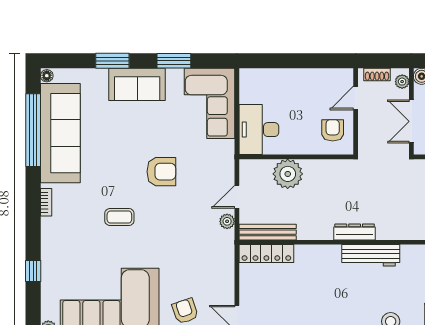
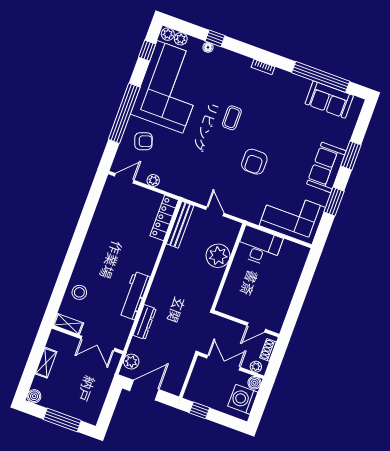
floor lamp: (47, 76) -> (208, 47), moved
door: (356, 98) -> (256, 327), swing flipped
armchair: (333, 130) -> (238, 301), removed
sofa: (60, 133) -> (329, 100), width x0.54, depth x0.79
plant: (227, 221) -> (153, 180), moved
dresser: (355, 232) -> (144, 322), moved
plant: (48, 311) -> (181, 39), added

